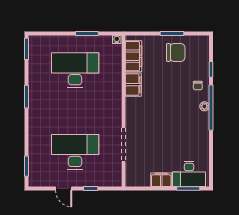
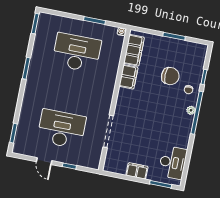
chair: (176, 53) -> (170, 76), moved
desk: (189, 174) -> (173, 163), moved, turned -90

